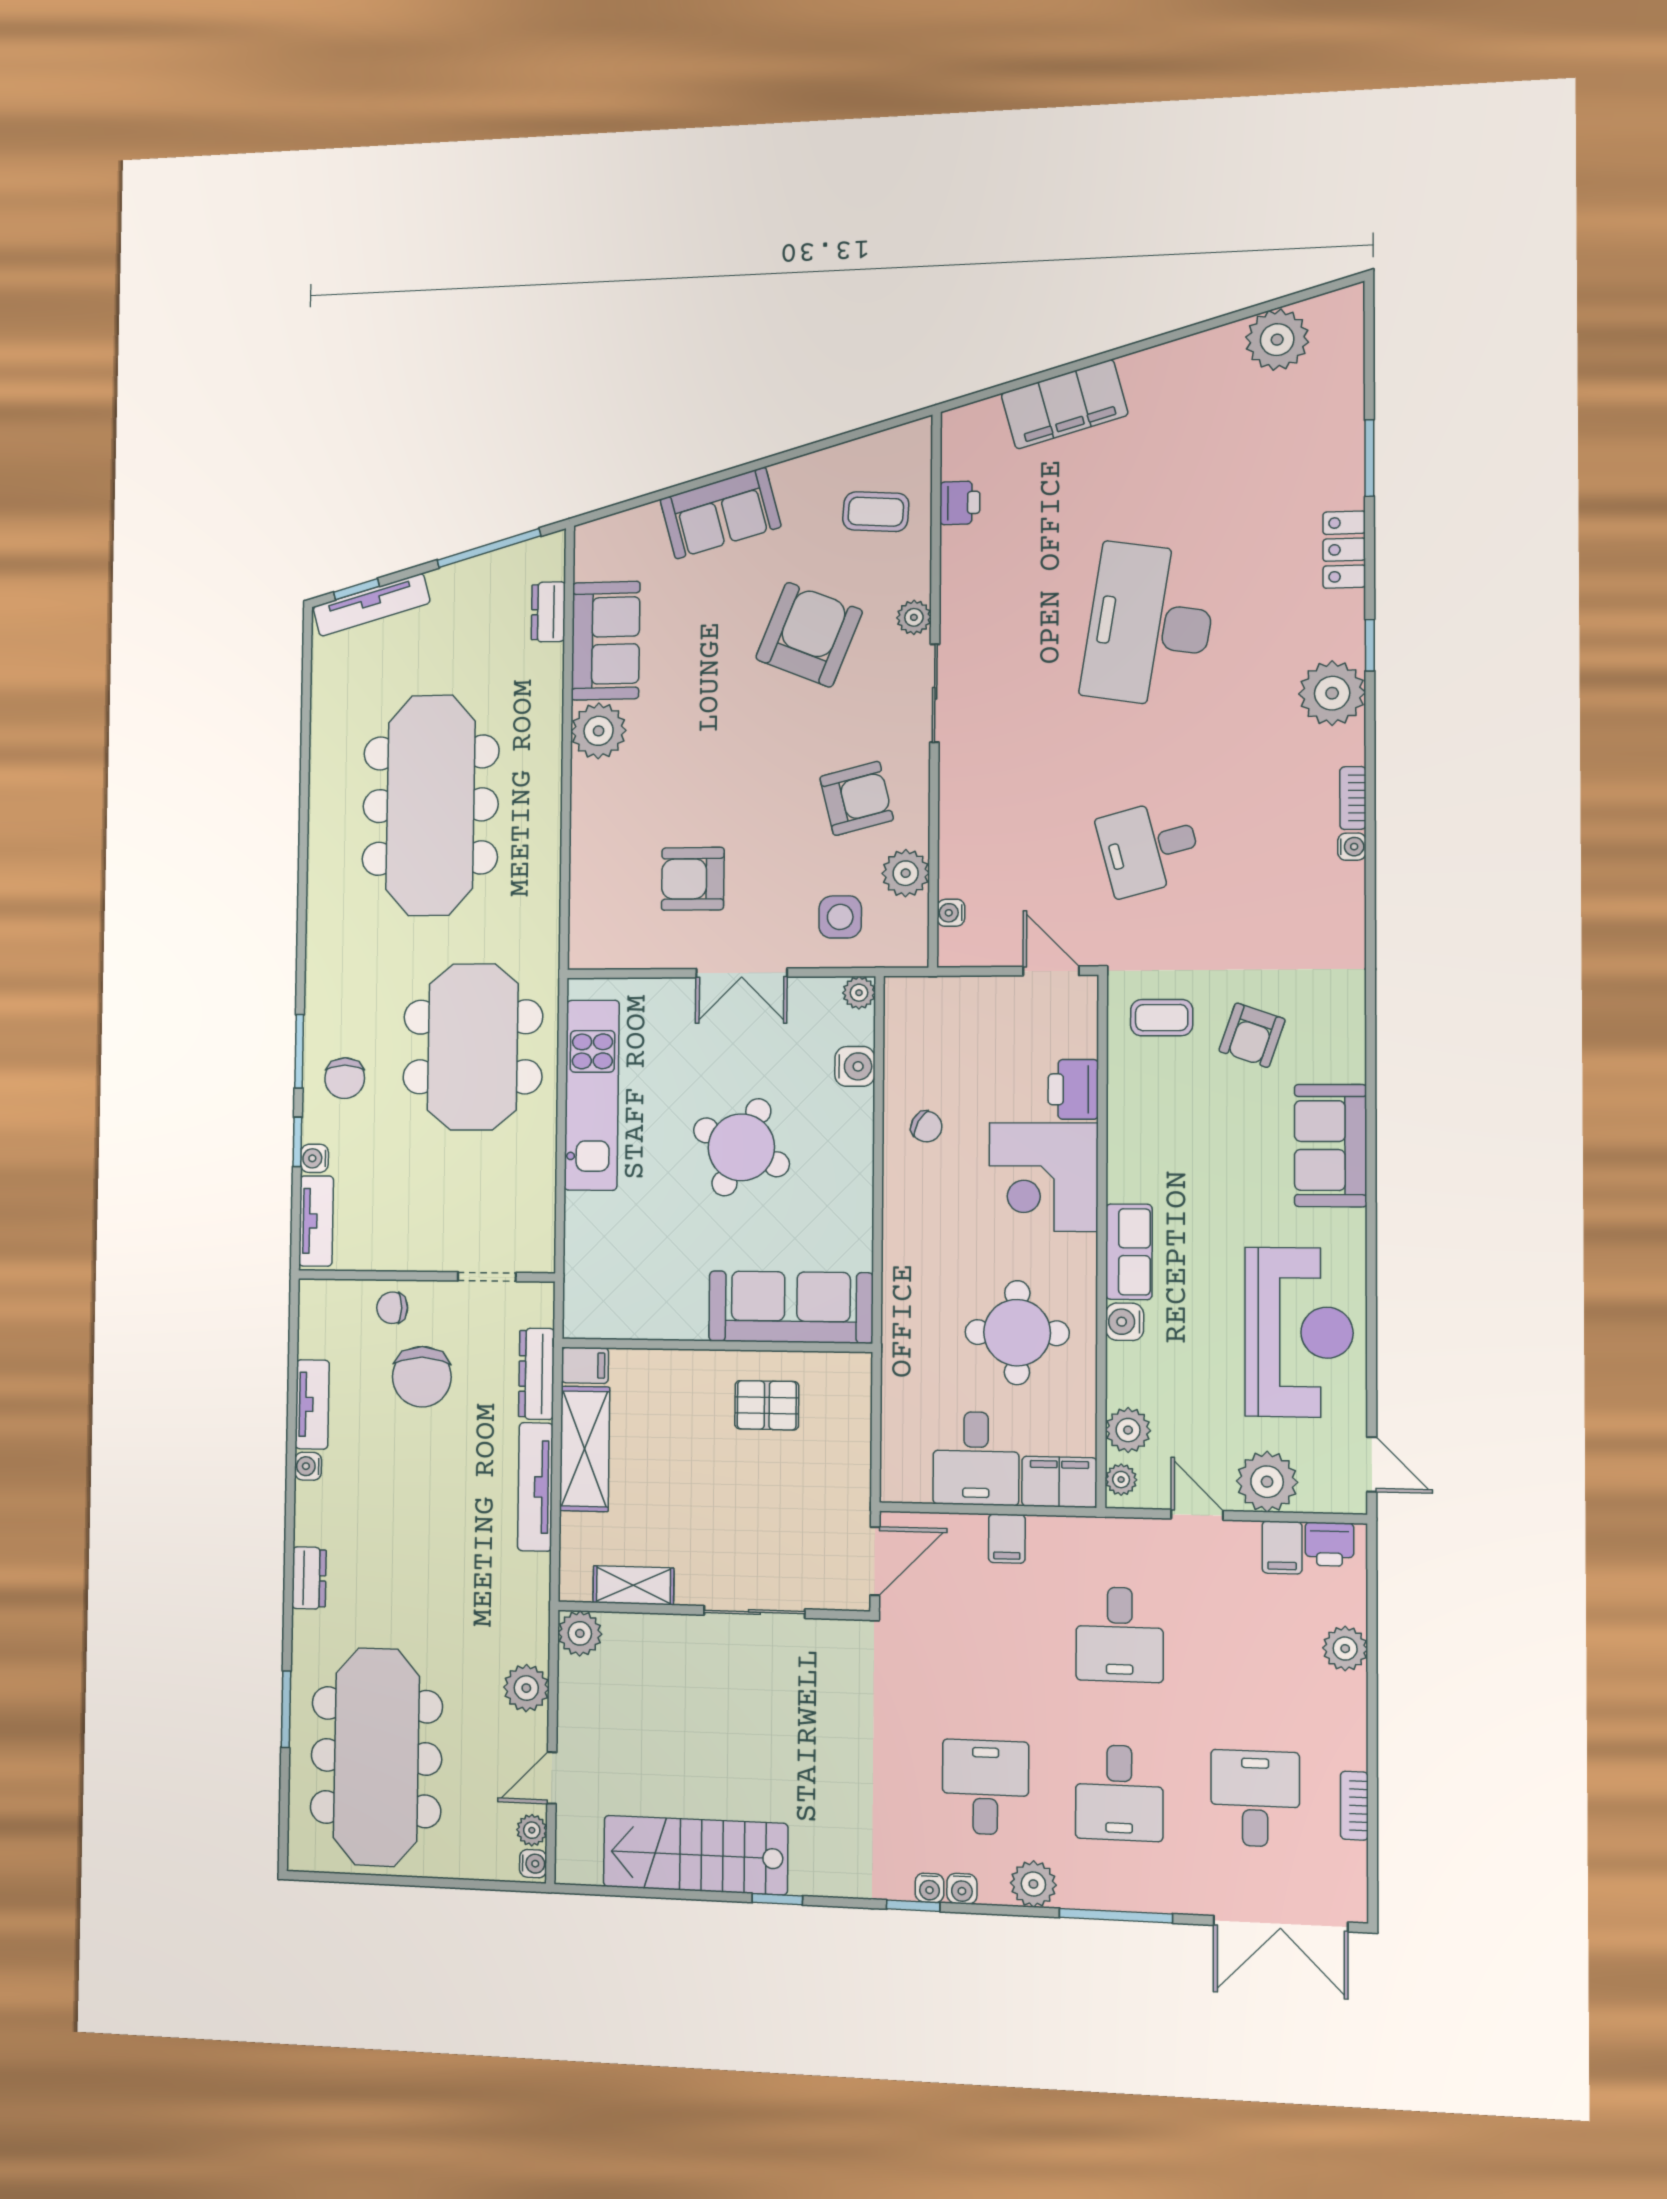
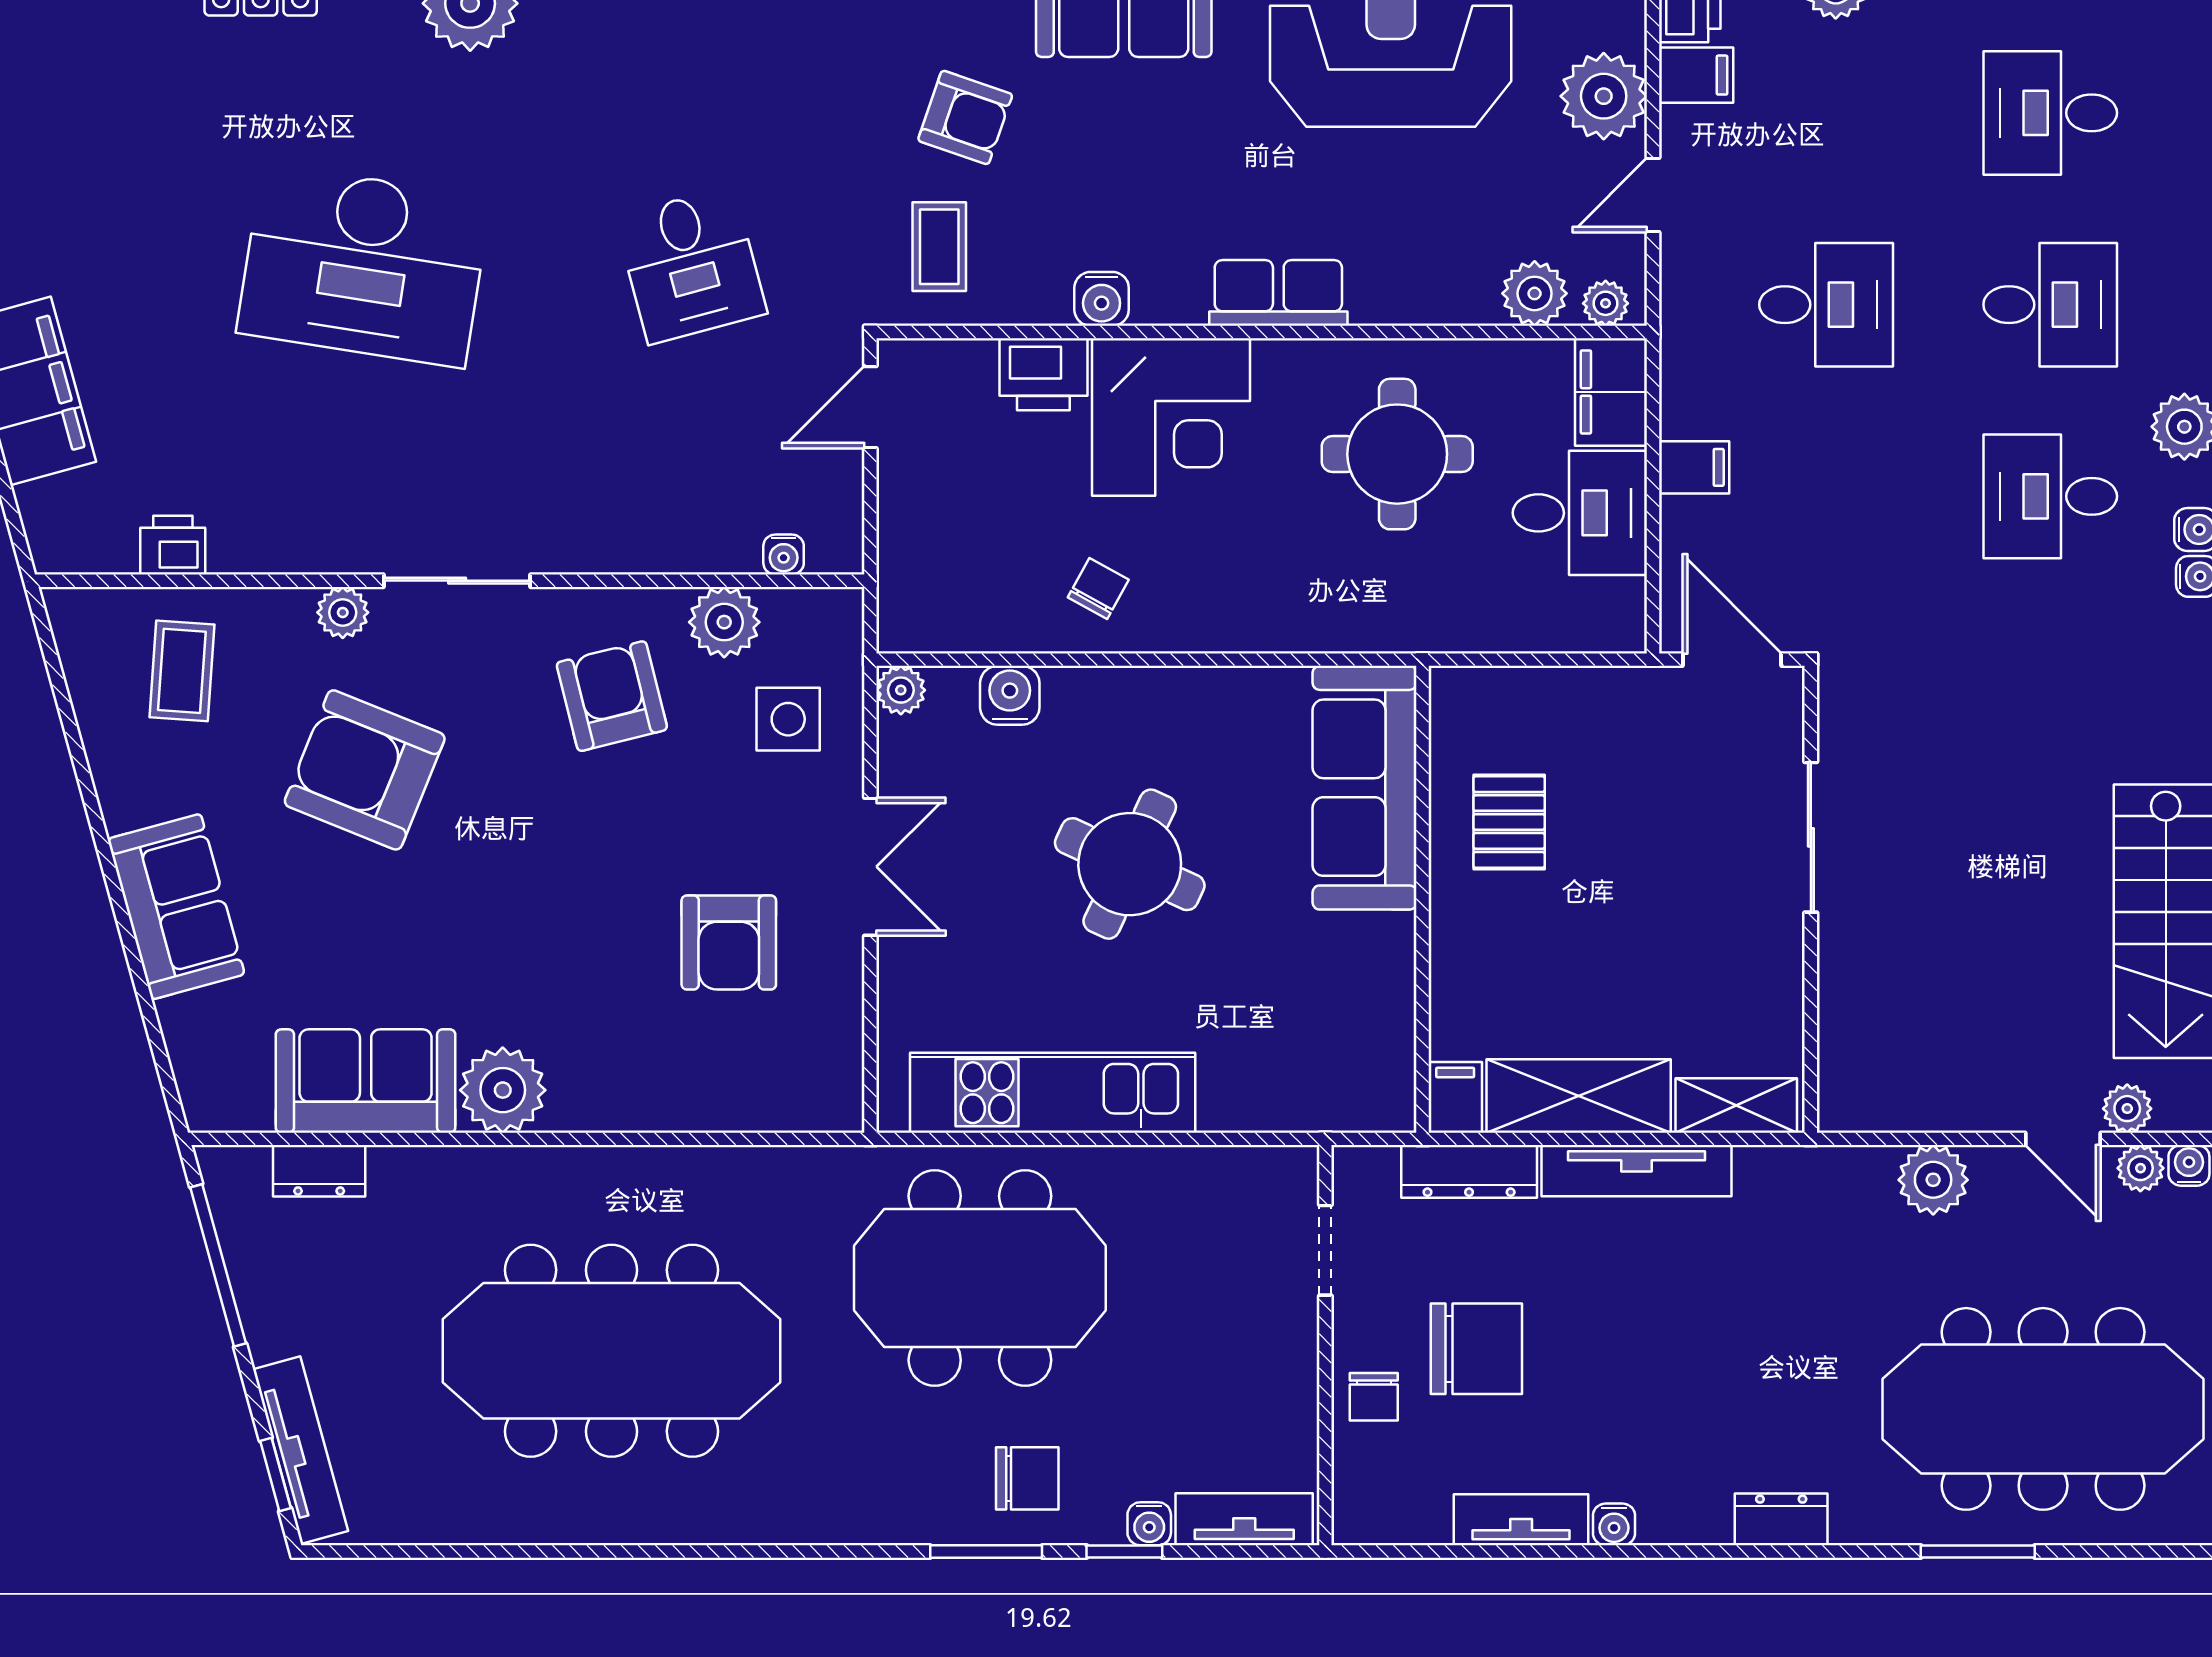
water cooler: (1125, 1322) -> (1102, 299), moved
shelving: (633, 1585) -> (1736, 1106), moved, turned 90
plant: (580, 1633) -> (2127, 1109), moved, width x0.73, depth x0.73

